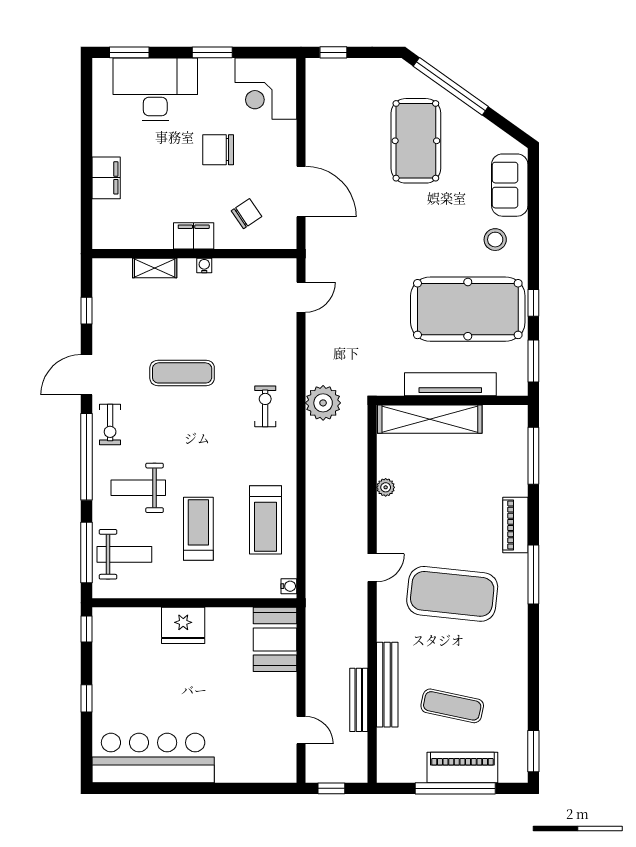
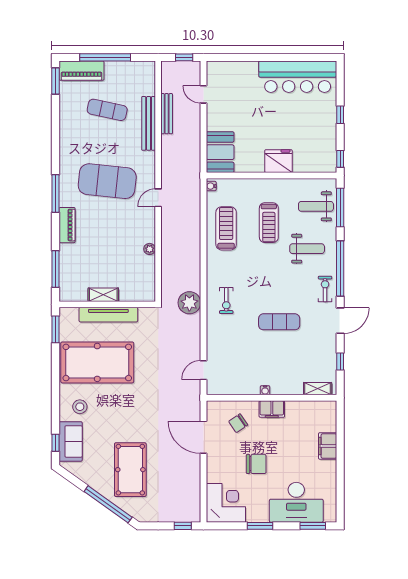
shelving: (155, 268) -> (318, 389), moved
window: (533, 303) -> (56, 443), moved
shelving: (430, 419) -> (103, 295), width x0.45, depth x0.75
piano: (462, 768) -> (82, 71), moved

